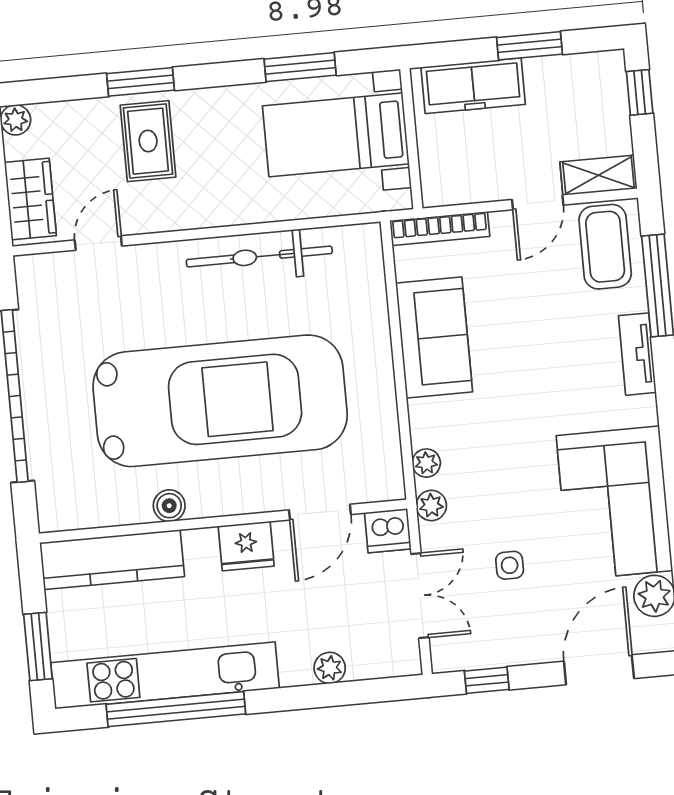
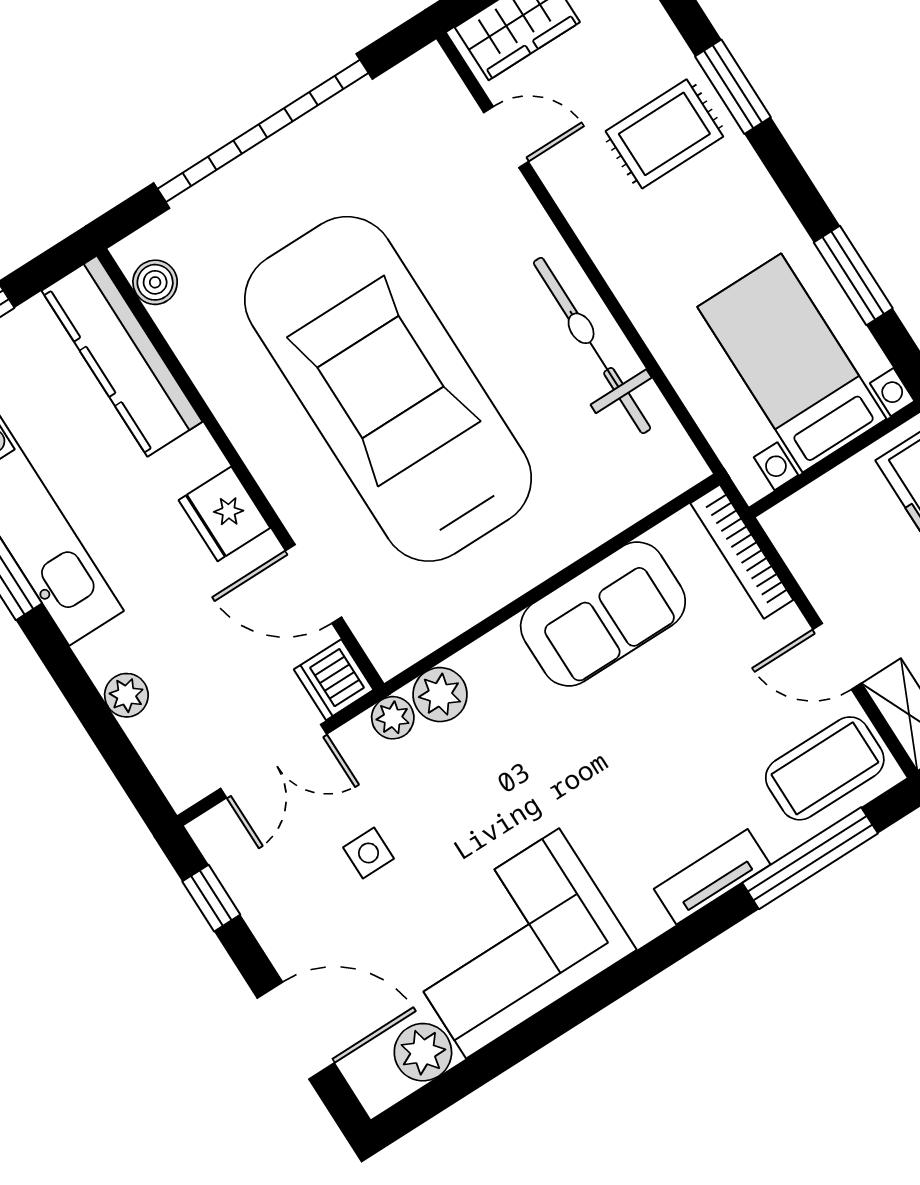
car: (220, 401) -> (388, 389), turned 180
plant: (426, 463) -> (440, 695), width x1.38, depth x1.38
boiler: (169, 506) -> (155, 282), moved

